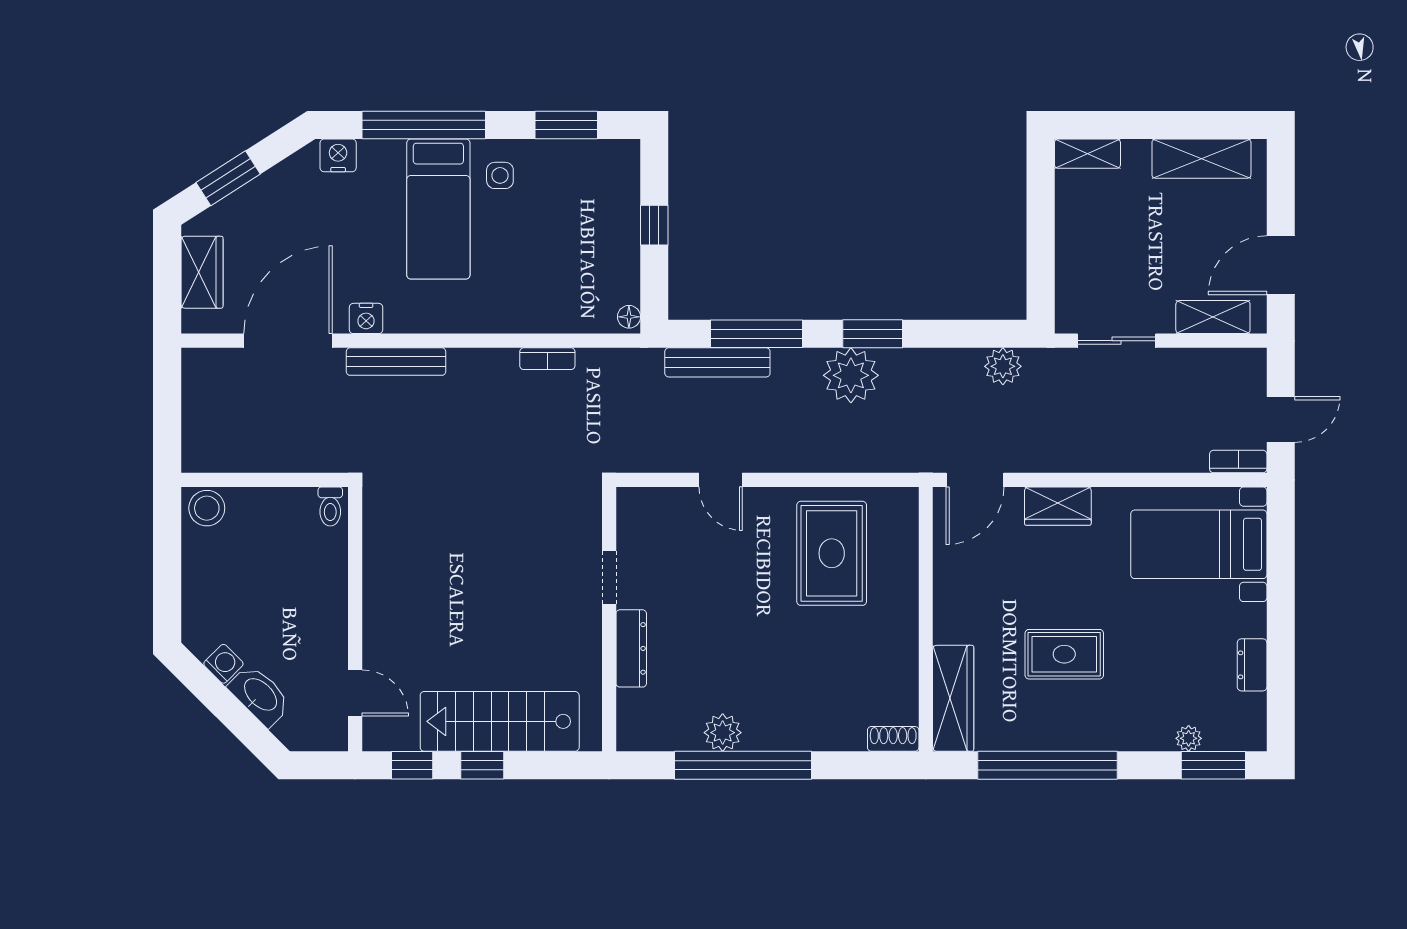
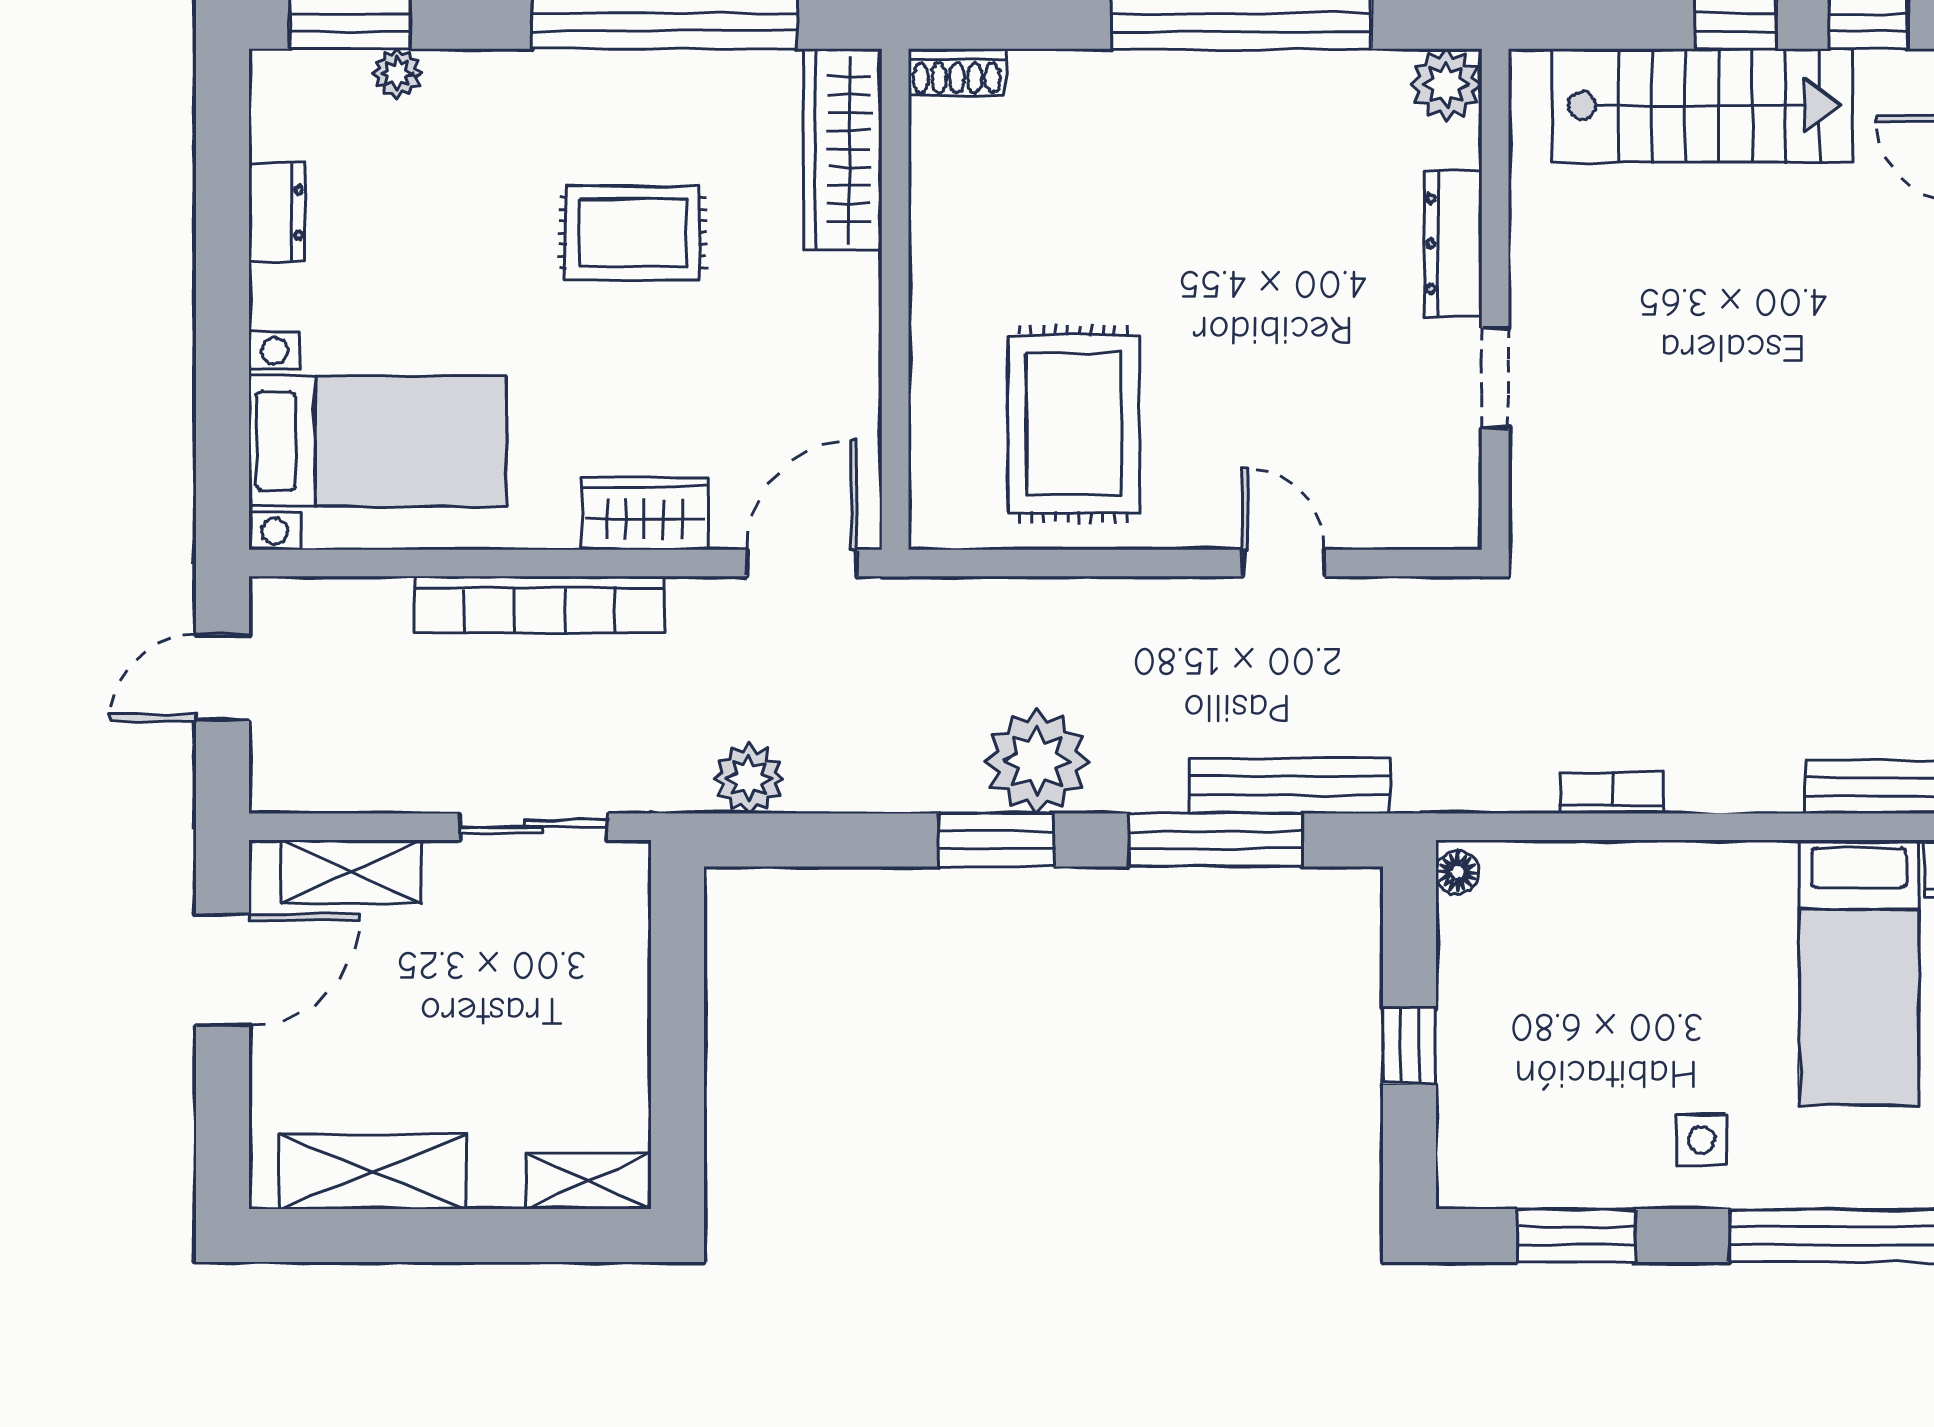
bed: (438, 209) -> (1859, 973), moved, turned 180
bookcase: (1238, 462) -> (539, 605), moved, width x2.31, depth x1.31
plant: (723, 733) -> (1446, 84), moved

